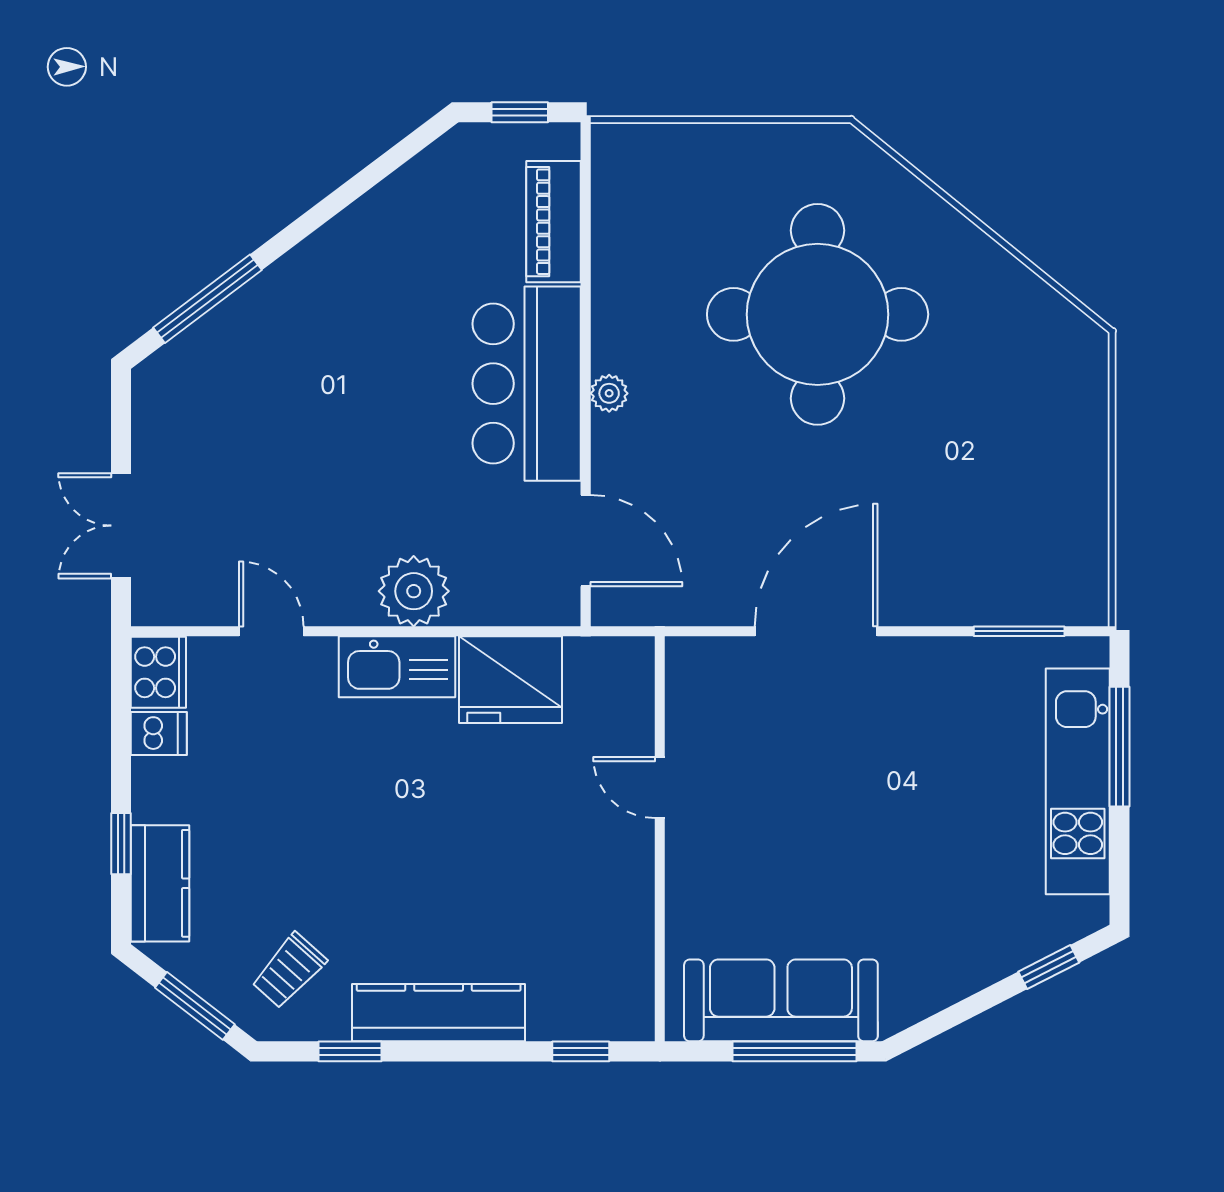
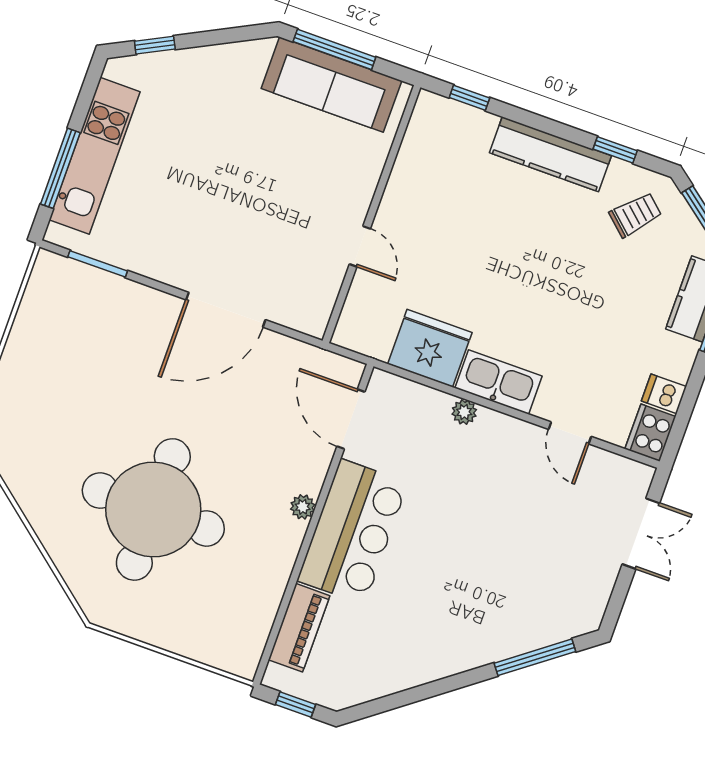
plant: (414, 591) -> (464, 412), width x0.53, depth x0.53

